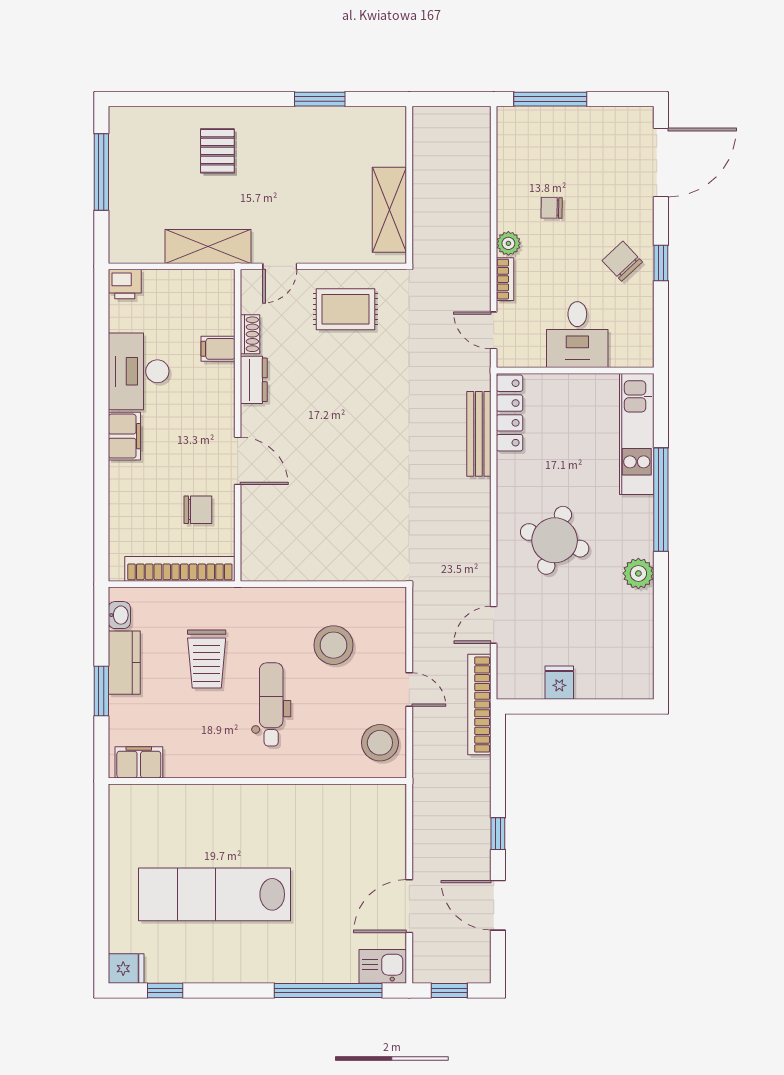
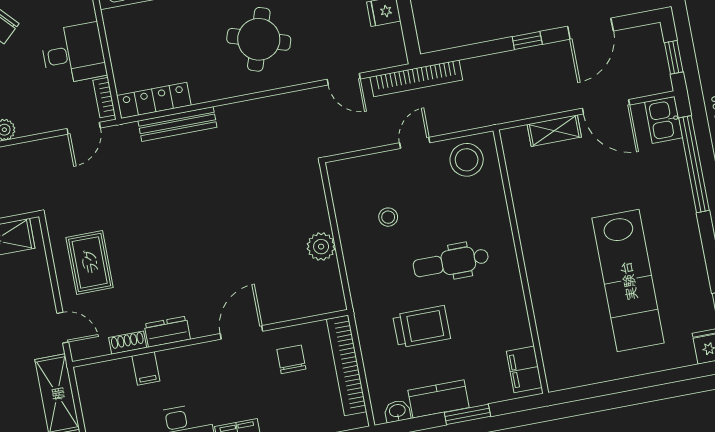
bookcase: (505, 279) -> (104, 98), moved, turned -90
plant: (315, 566) -> (321, 247), added
stool: (333, 645) -> (388, 217), width x0.53, depth x0.53
shelving: (394, 845) -> (554, 131), added

